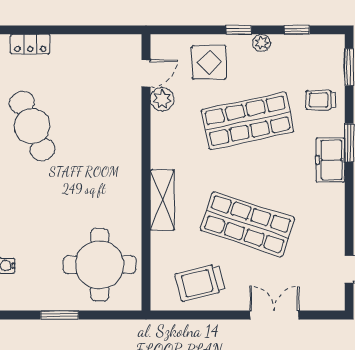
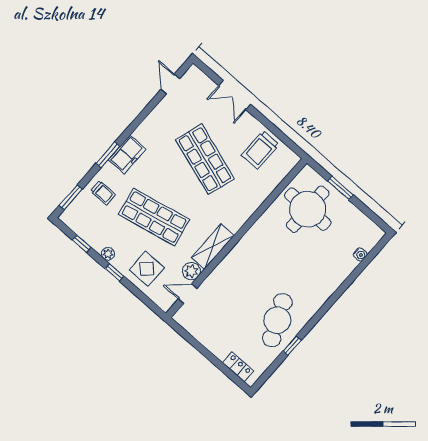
shelving: (162, 200) -> (213, 246), moved
trolley: (200, 283) -> (260, 150), turned 104
window: (59, 315) -> (340, 188), moved

